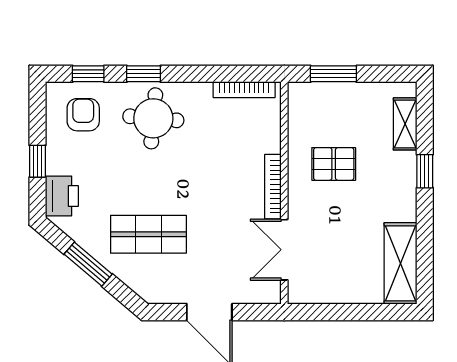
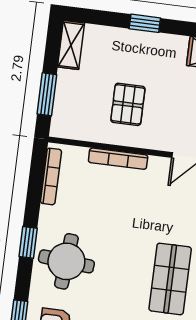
window: (144, 74) -> (28, 242), moved
shelving: (405, 124) -> (71, 45), moved, turned 90
bookcase: (273, 187) -> (118, 159), moved

